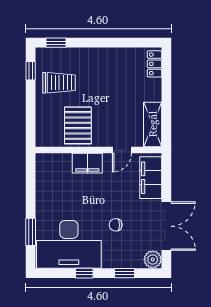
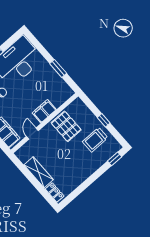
window: (31, 71) -> (104, 120), moved
shelving: (153, 124) -> (39, 172), moved
window: (31, 232) -> (58, 68), moved

